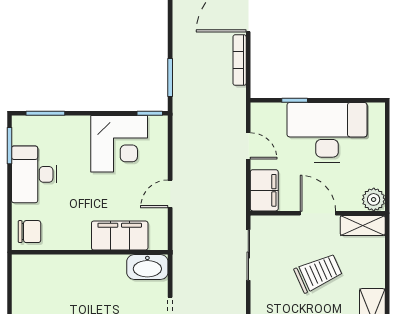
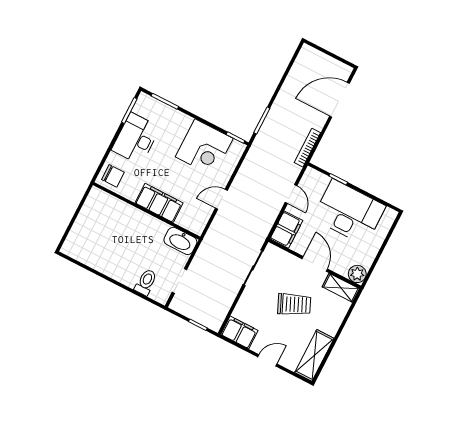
bookcase: (240, 60) -> (307, 148), moved
filing cabinet: (120, 235) -> (159, 203), moved

